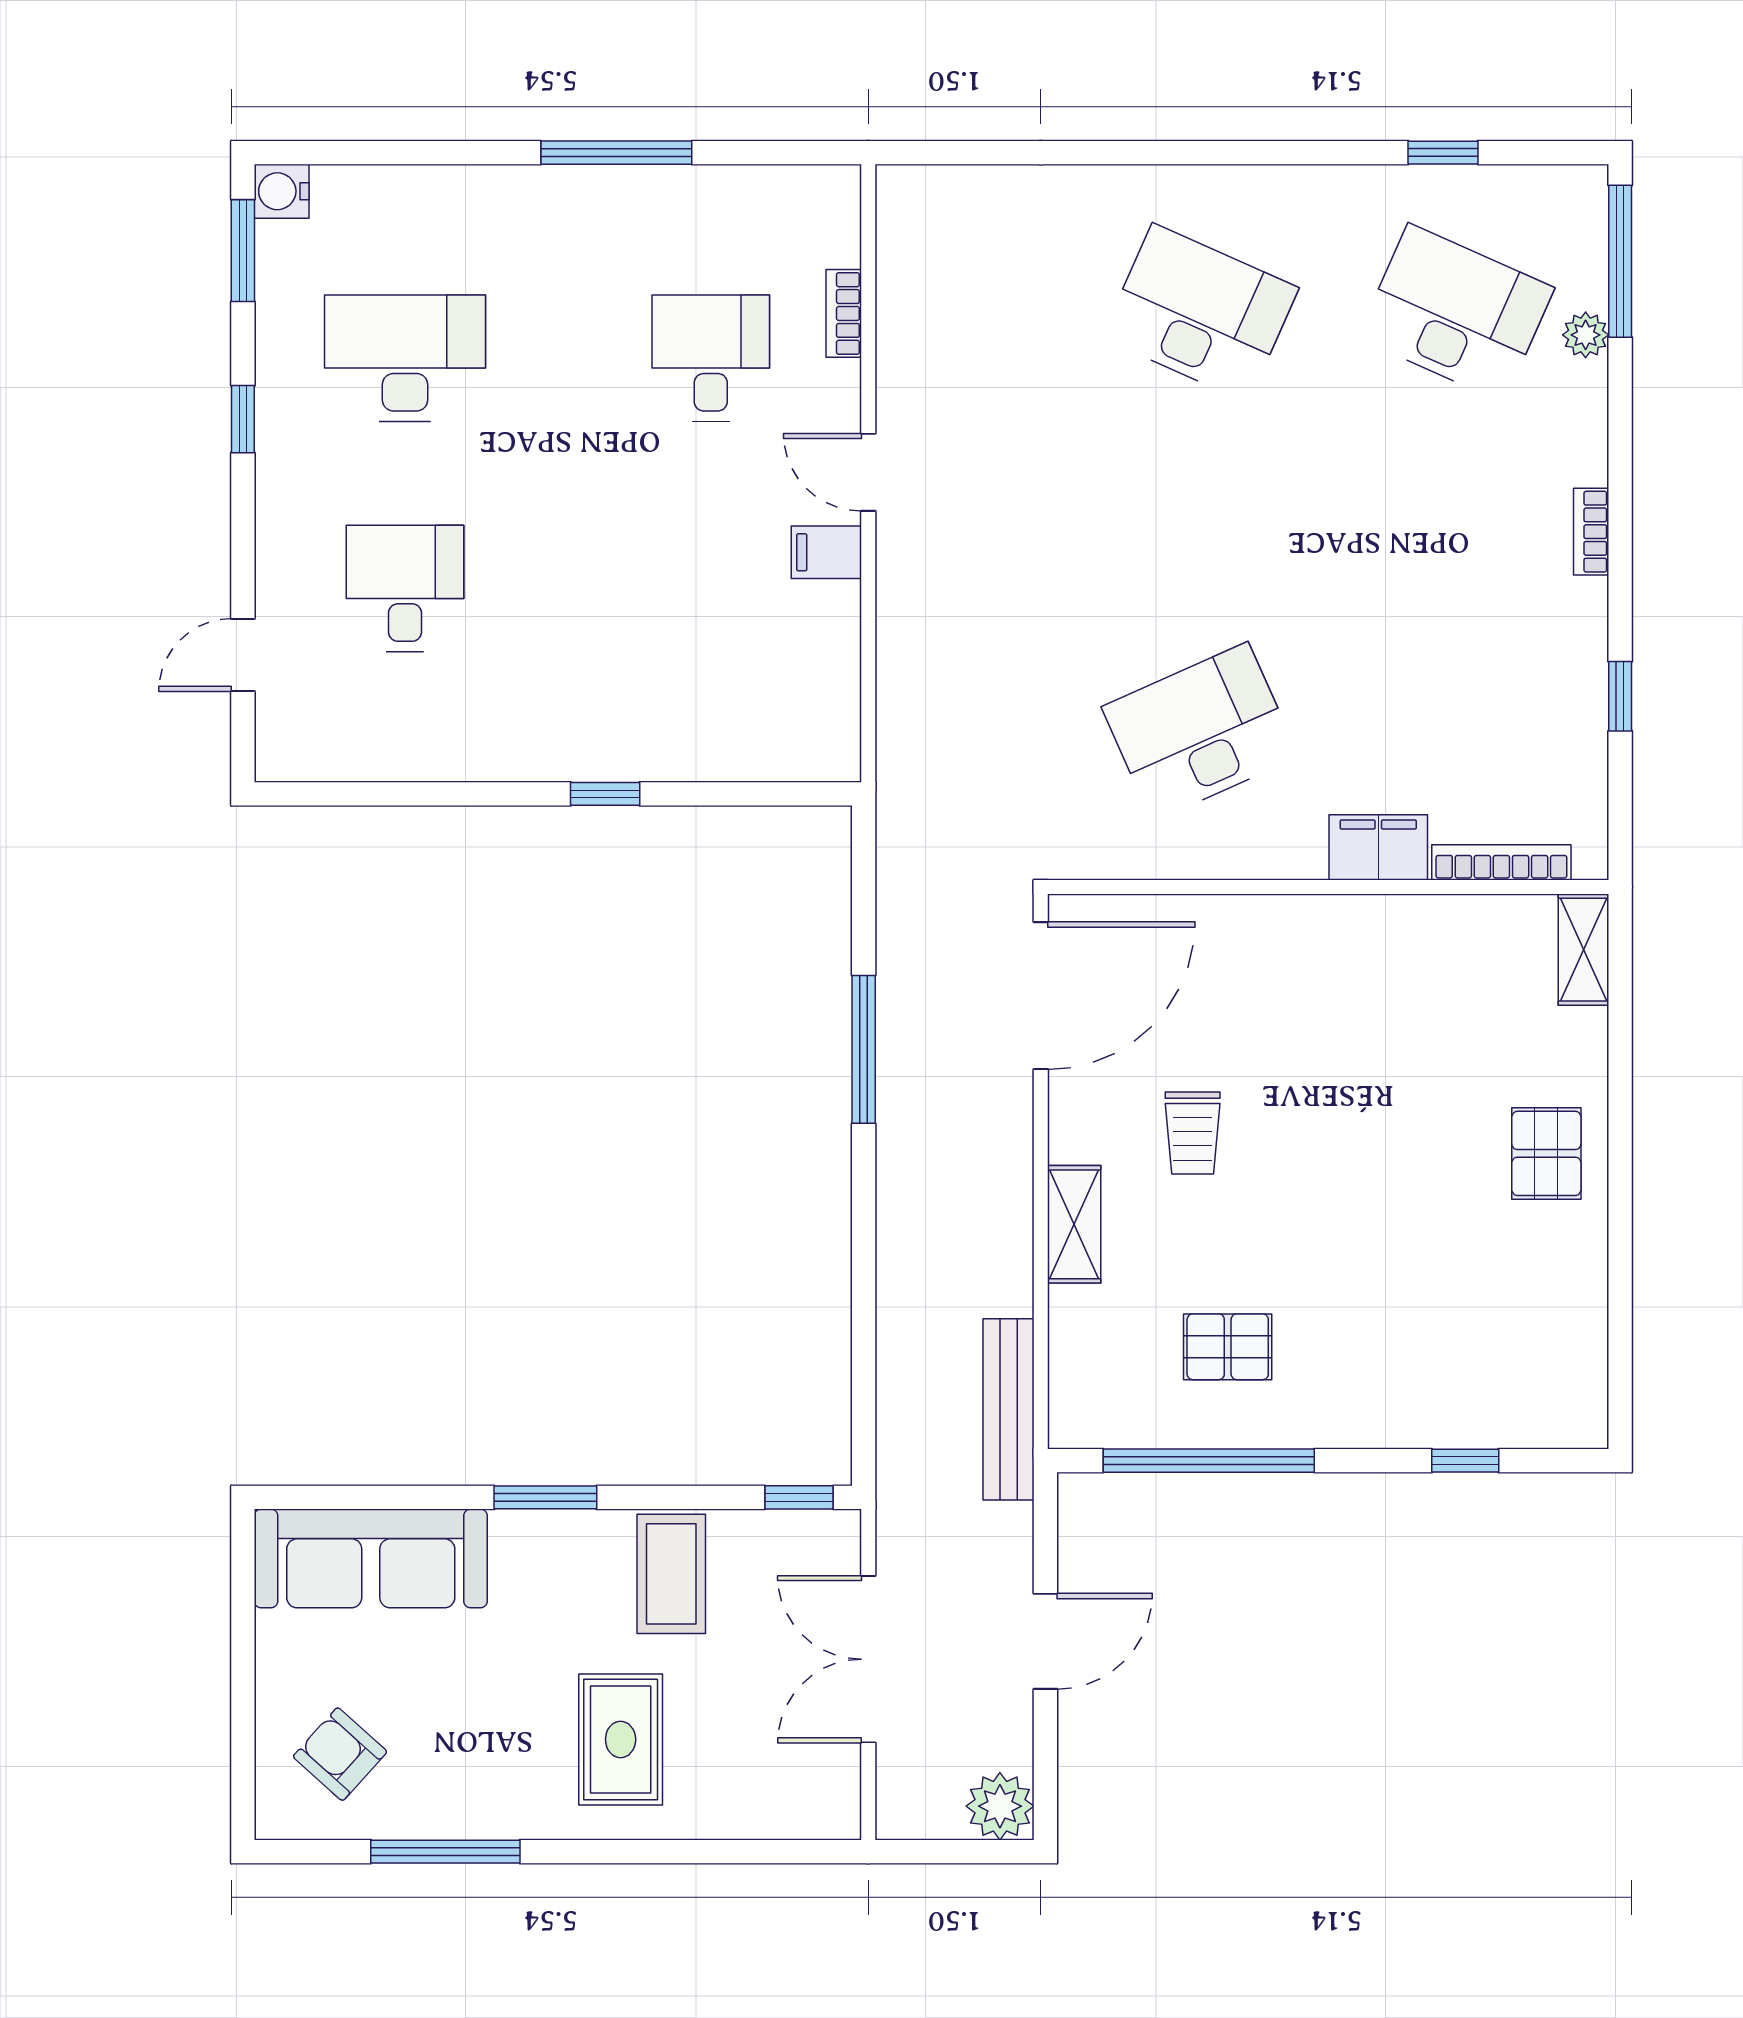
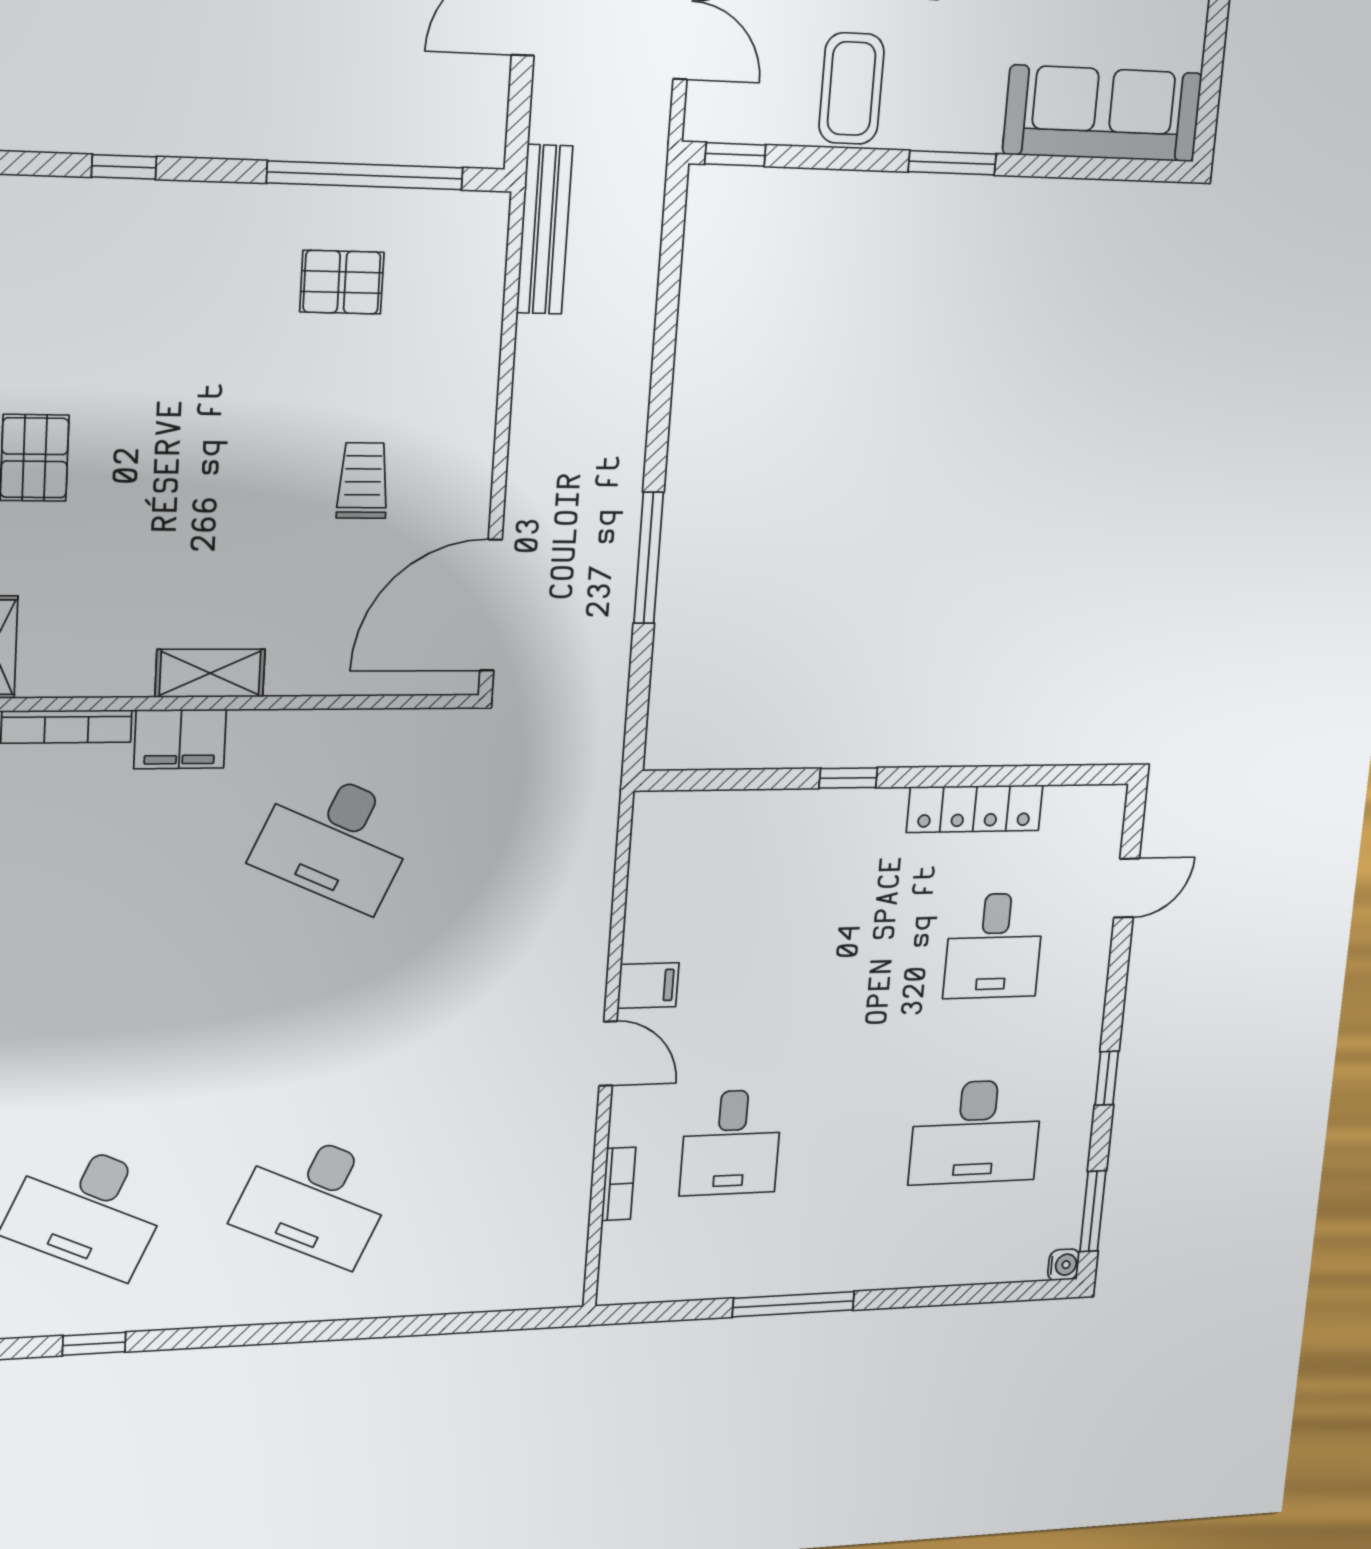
water cooler: (282, 191) -> (1064, 1265), width x0.72, depth x0.72
desk: (1200, 732) -> (336, 840), turned 48
locker: (445, 755) -> (975, 809), added
shelving: (1074, 1224) -> (210, 673), moved, turned 90

